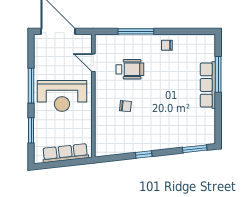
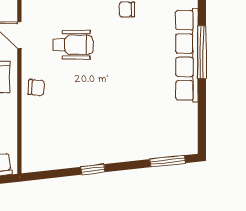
row of seats: (208, 85) -> (187, 55), width x1.36
chair: (125, 106) -> (36, 88), moved

